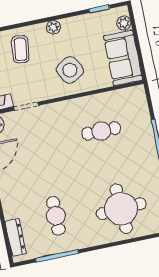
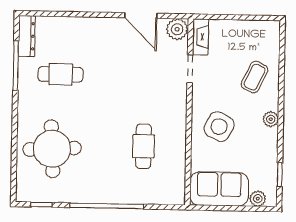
coffee table: (20, 49) -> (255, 77), turned -71
side table: (70, 70) -> (219, 127), turned -33
dresser: (15, 237) -> (27, 36), moved, turned -90

